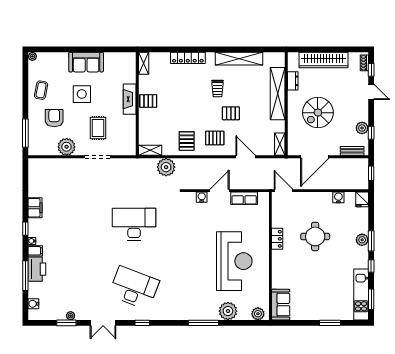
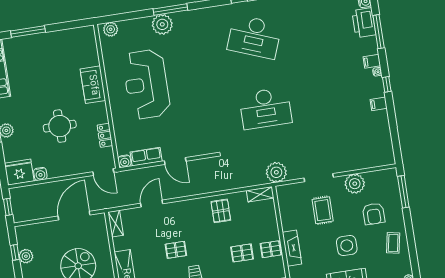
pallet: (215, 138) -> (242, 253), moved
bench: (352, 151) -> (33, 229), removed
door: (246, 157) -> (152, 204), swing flipped
plant: (166, 167) -> (276, 172), moved
door: (220, 191) -> (175, 161), hinge flipped
water cooler: (202, 197) -> (125, 161), moved
fridge: (362, 199) -> (19, 172), width x1.88, depth x1.34
filing cabinet: (35, 208) -> (379, 104), width x0.50
locker: (277, 239) -> (105, 135), moved
printer: (37, 269) -> (364, 23), moved
sofa: (281, 305) -> (93, 85), moved
plant: (228, 311) -> (162, 24), moved
window: (330, 323) -> (28, 32), width x1.44

